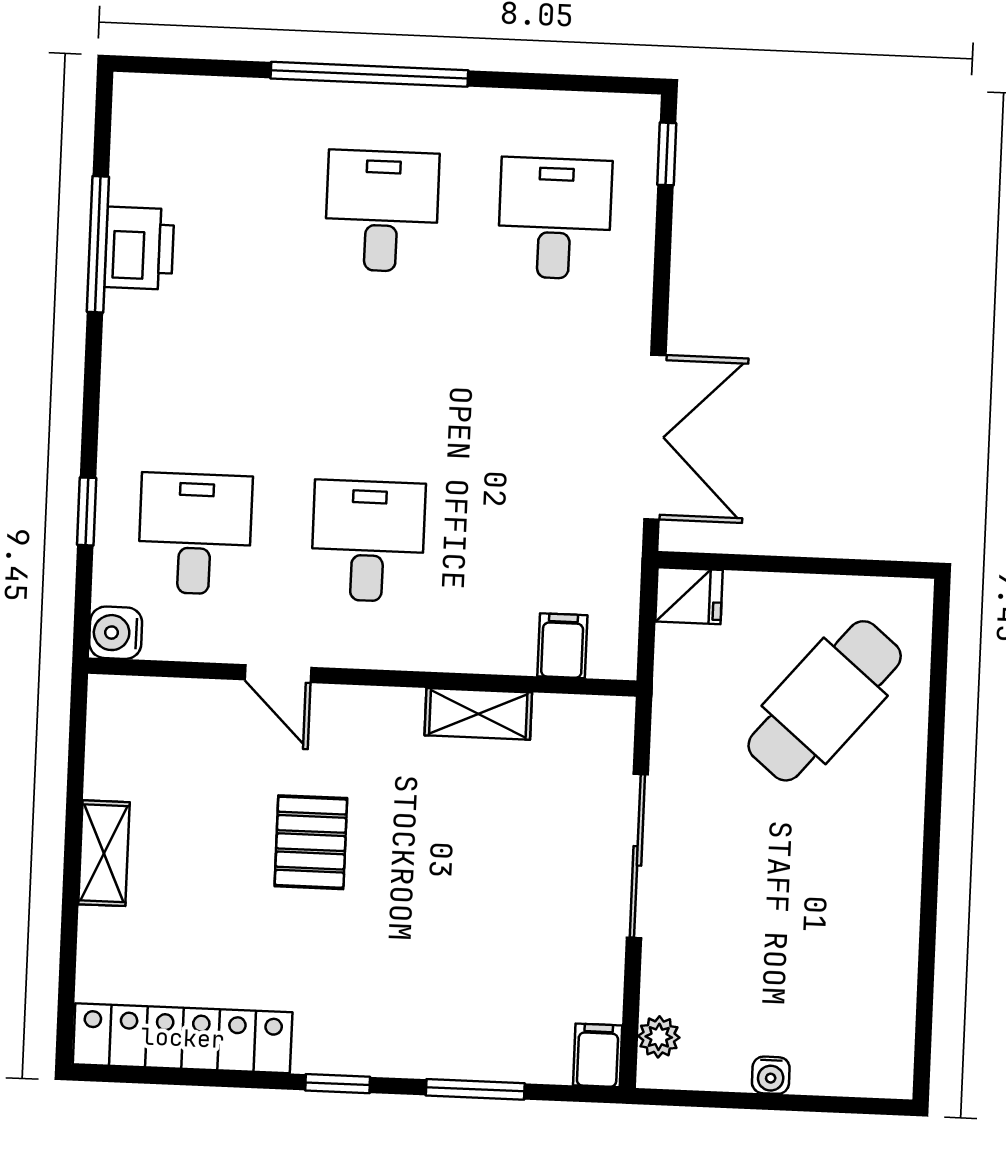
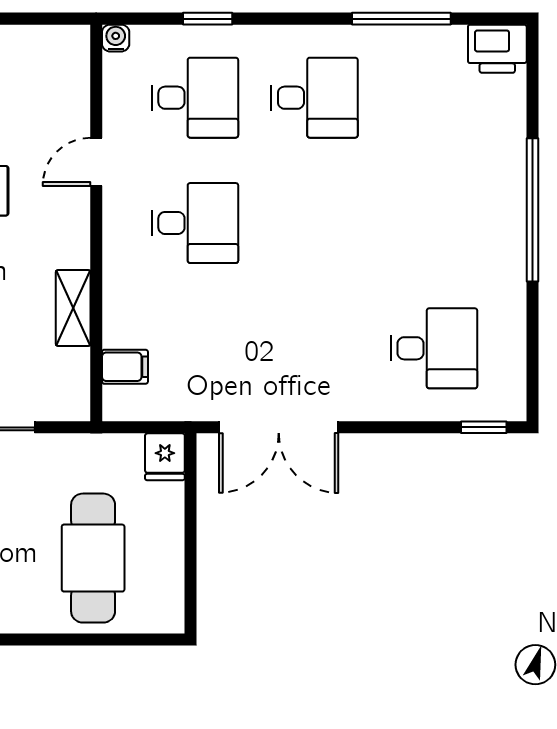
desk: (382, 211) -> (314, 98), moved
printer: (139, 248) -> (497, 49), moved
water cooler: (116, 633) -> (116, 38), width x0.72, depth x0.72
cafe table: (825, 701) -> (93, 558), turned 50

